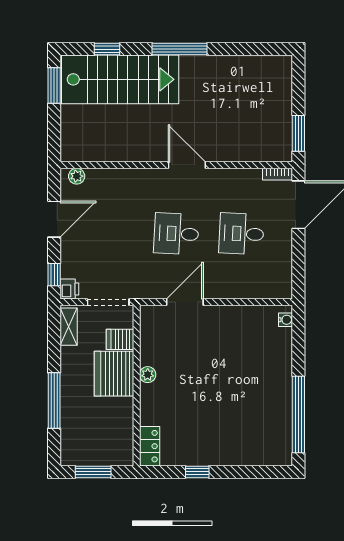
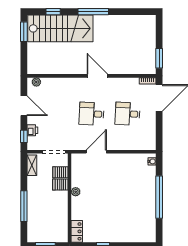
door: (54, 219) -> (24, 106), hinge flipped
printer: (69, 289) -> (32, 130), moved
server rack: (114, 374) -> (60, 184), width x0.46, depth x0.70
window: (298, 414) -> (159, 197), moved

